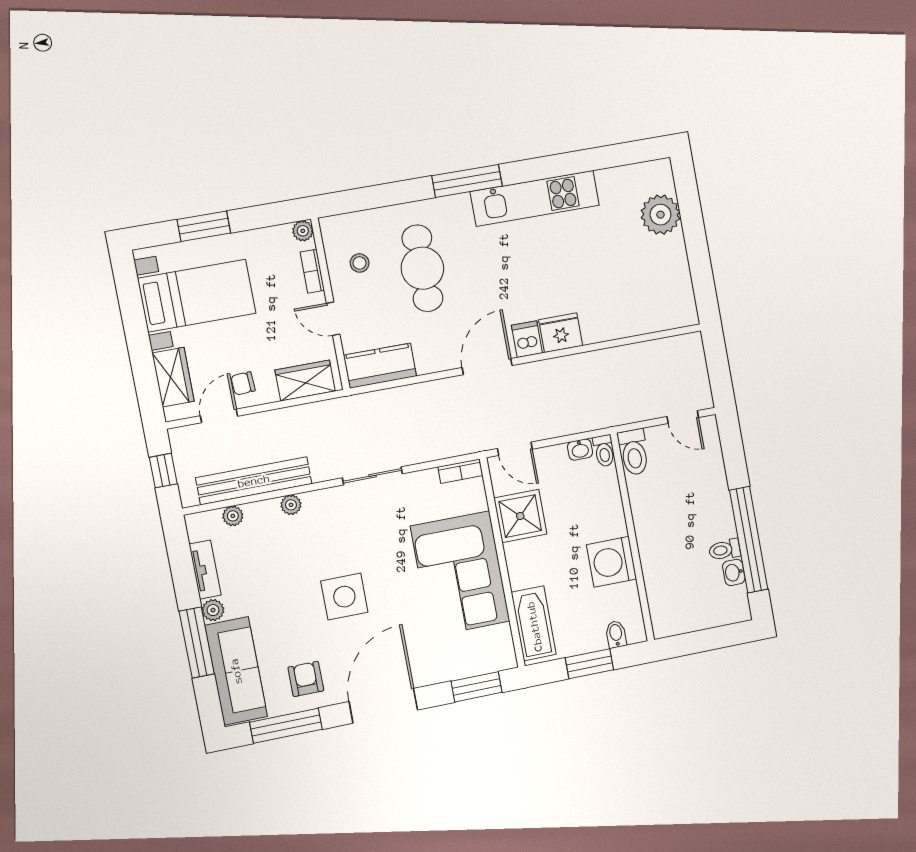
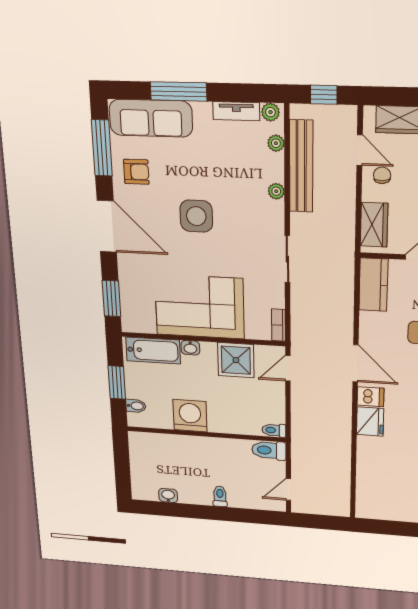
washbasin: (580, 450) -> (190, 348), moved, turned -90
window: (749, 540) -> (190, 511), removed
toilet: (725, 550) -> (220, 496), moved
plant: (213, 610) -> (270, 112), moved

